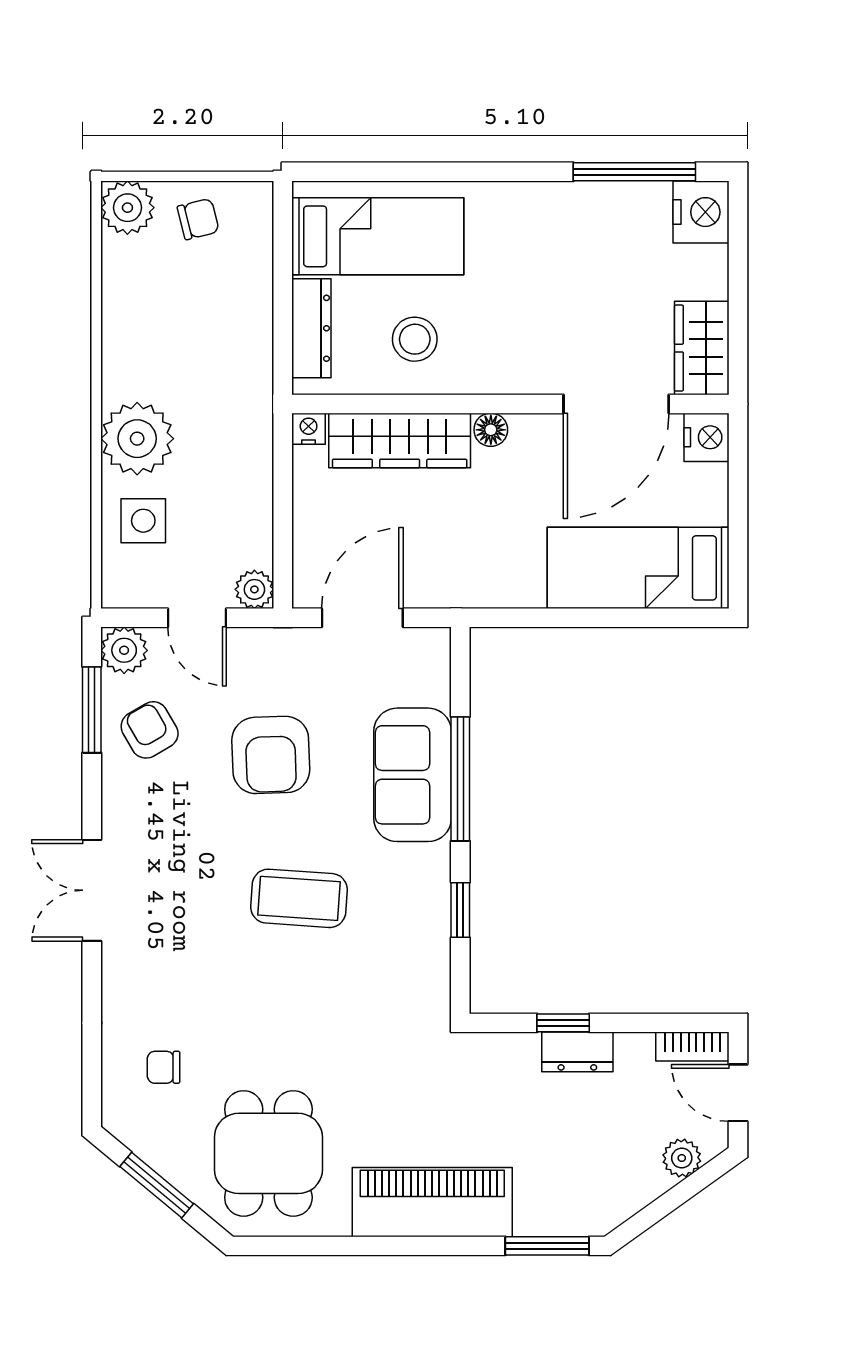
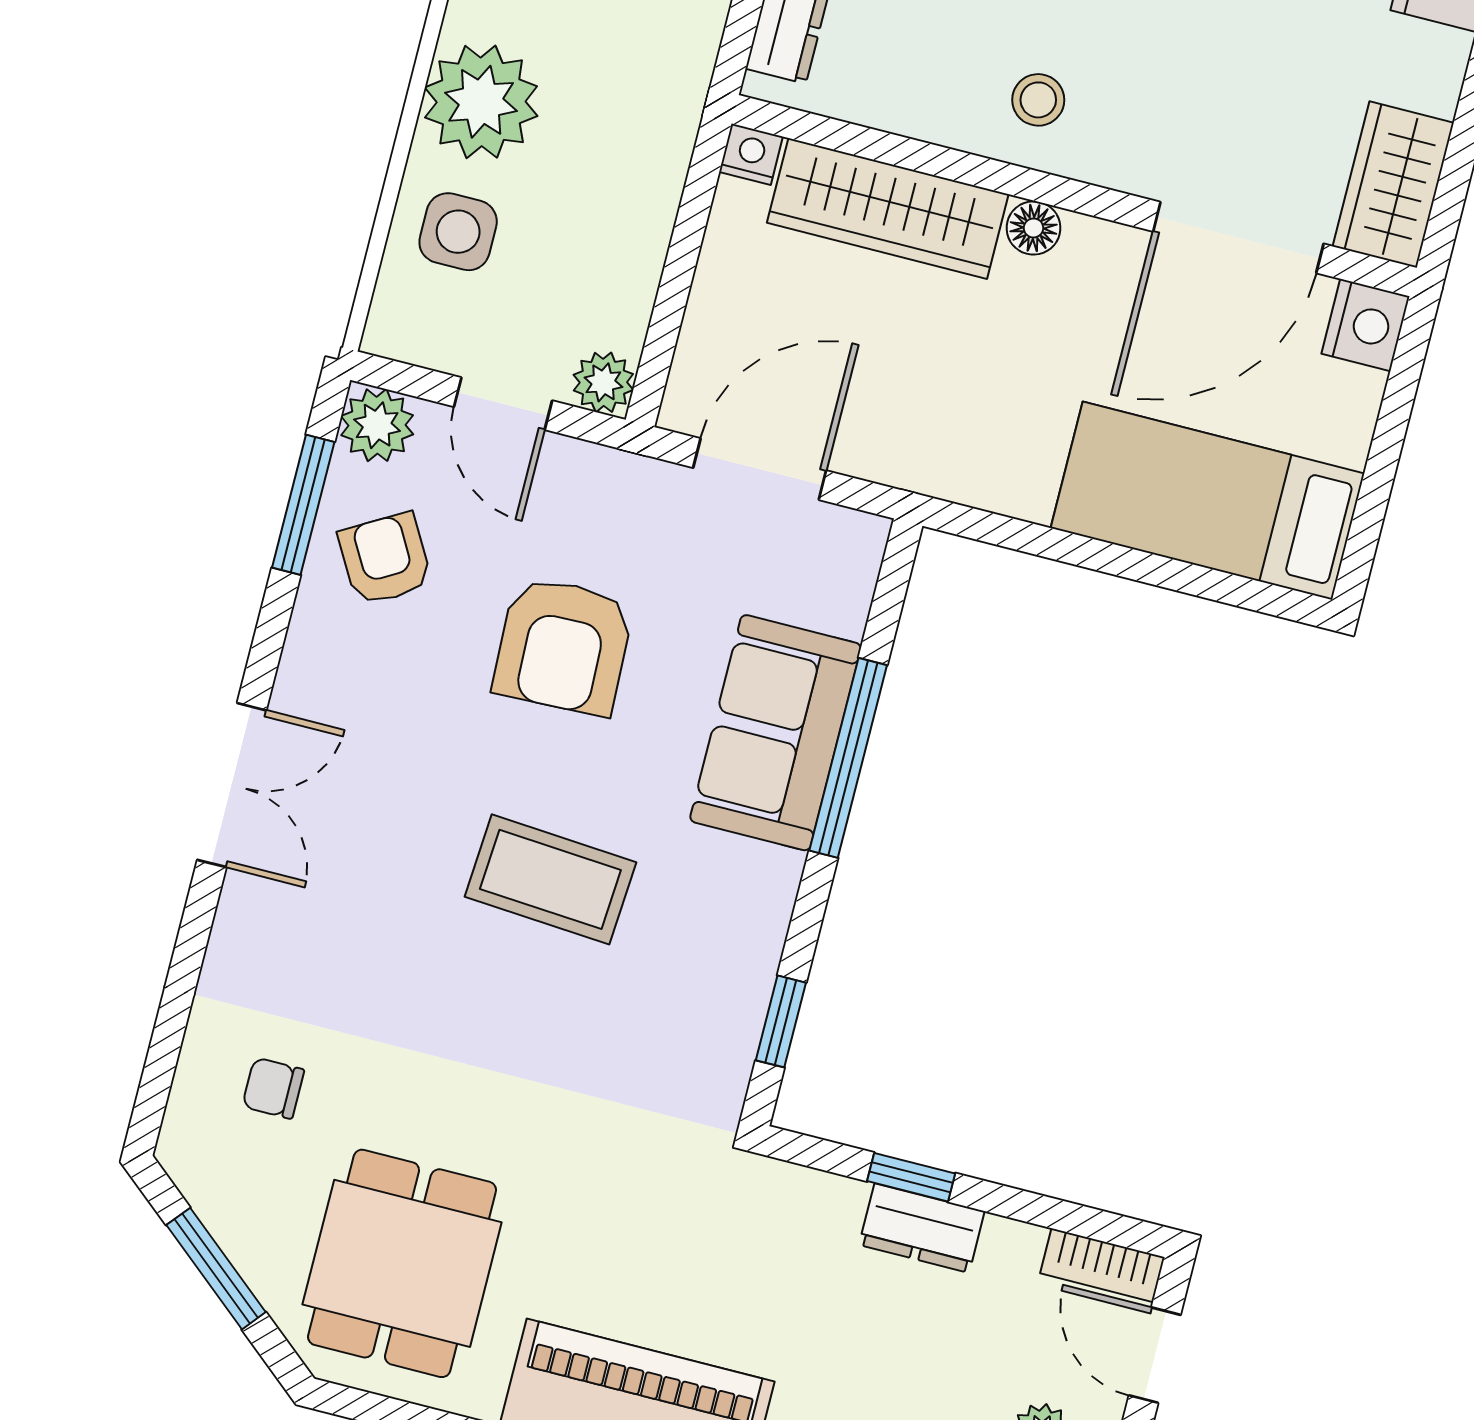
stool: (415, 339) -> (1038, 100), moved, width x0.73, depth x0.73
double door: (92, 890) -> (232, 785), swing flipped
window: (460, 910) -> (781, 1021), moved

